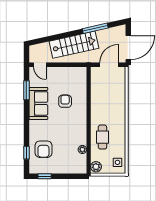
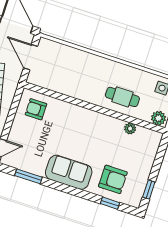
armchair: (65, 101) -> (36, 109), moved
sofa: (38, 103) -> (69, 172), moved

